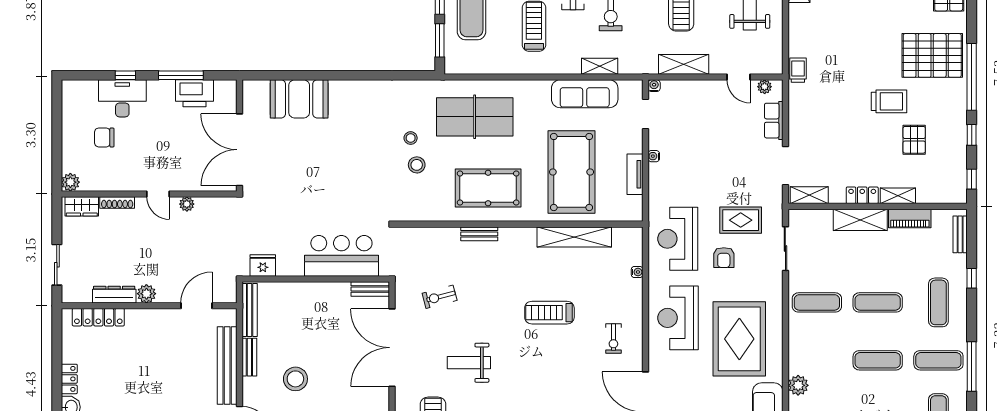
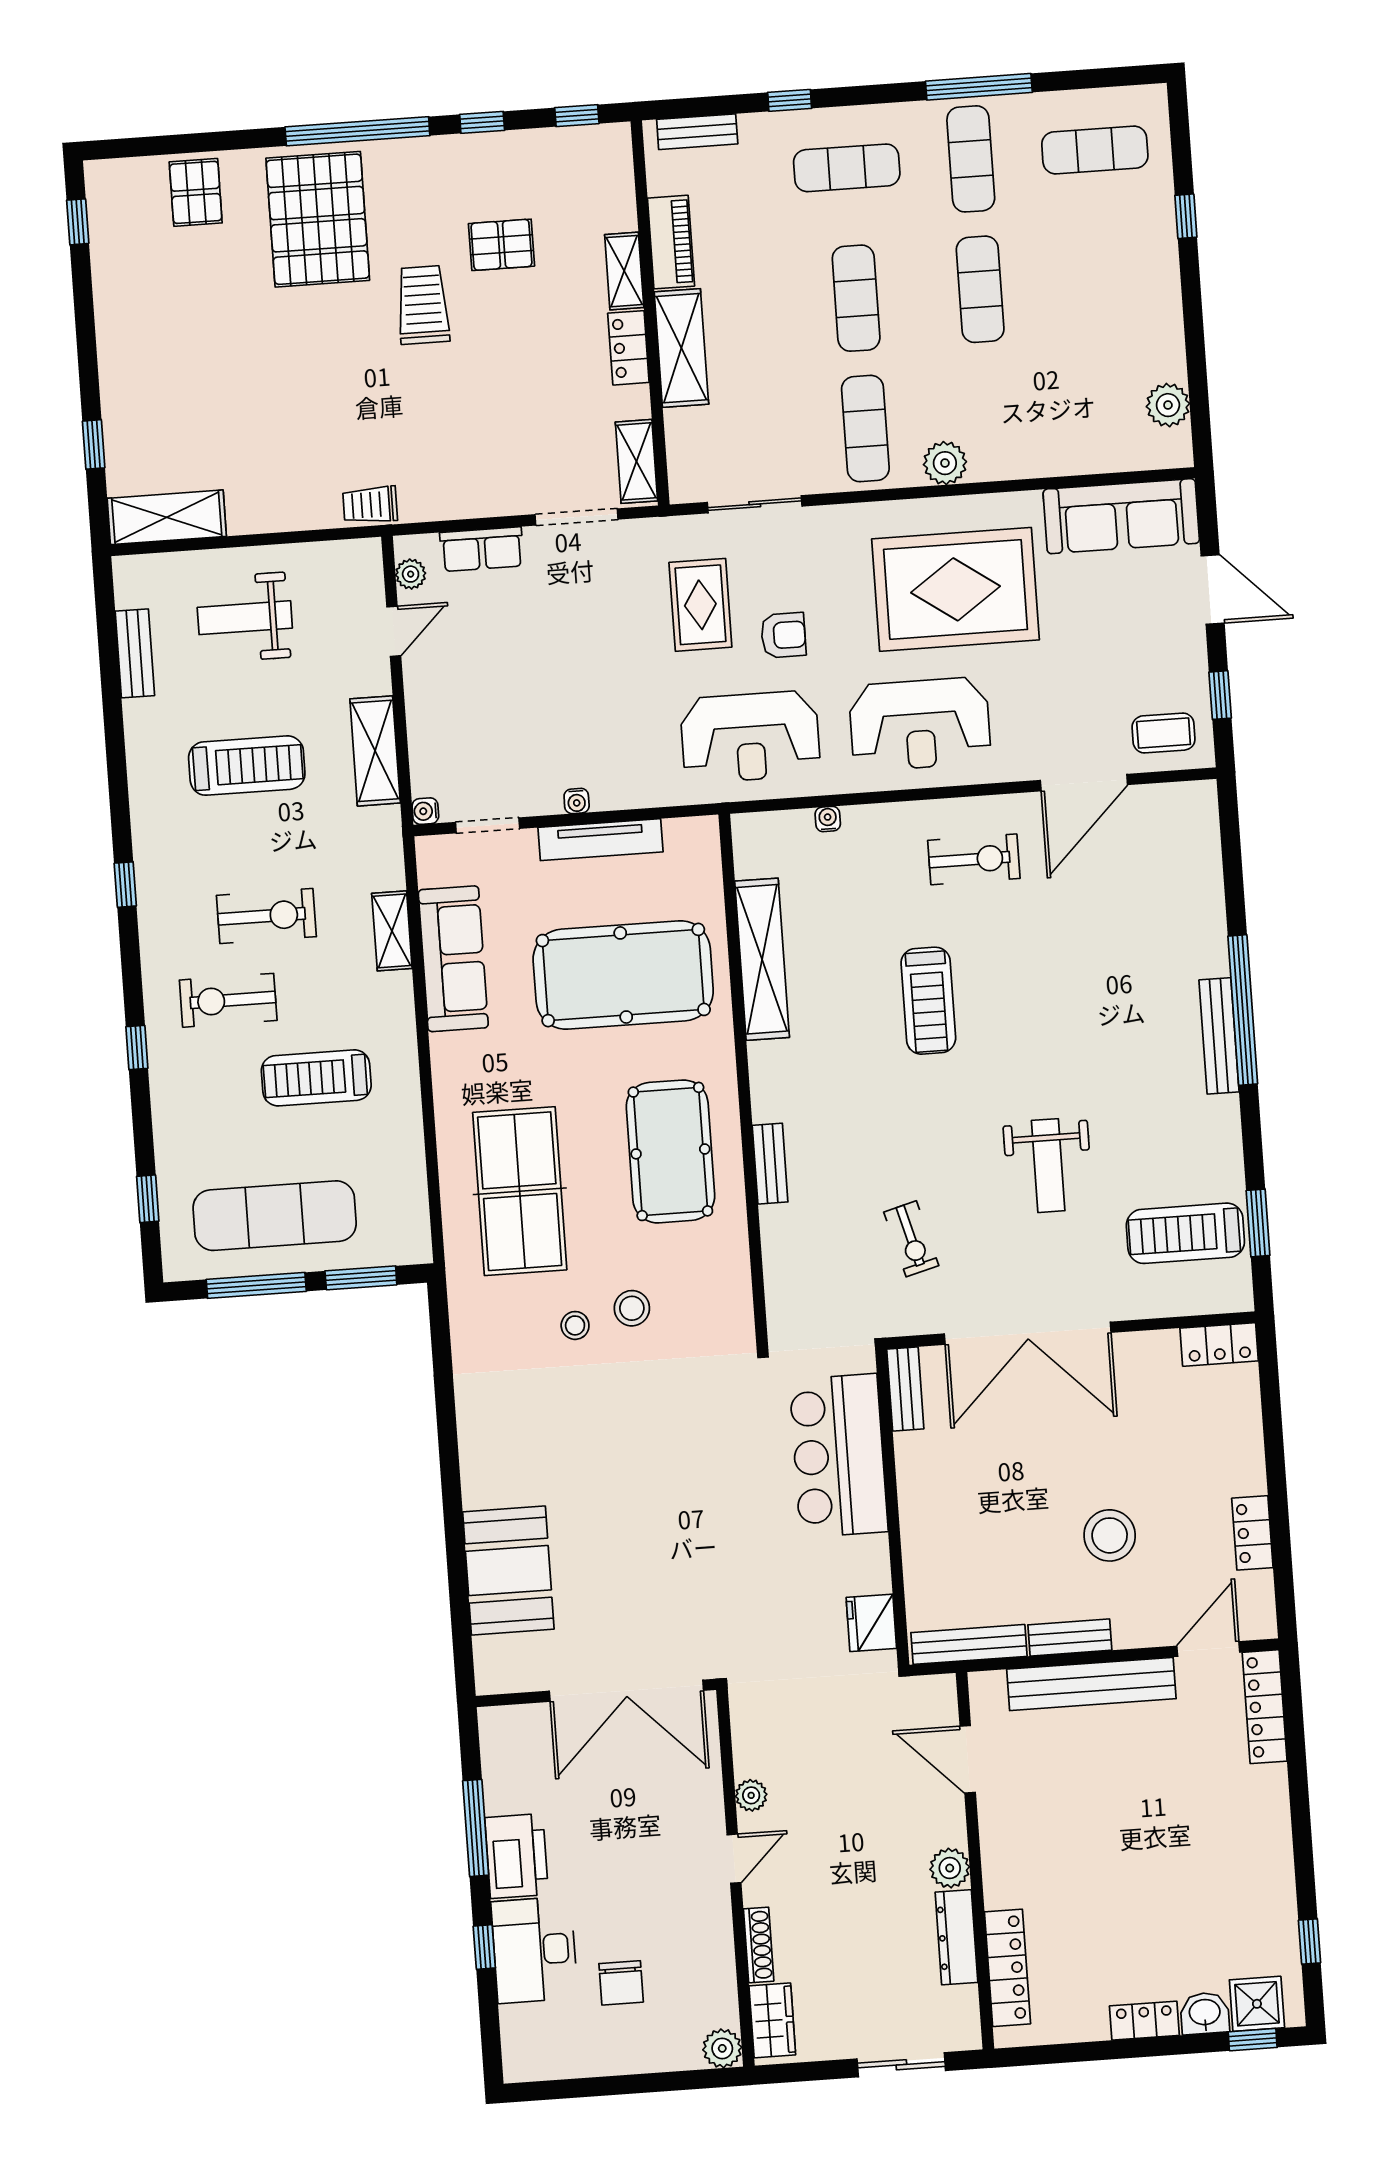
printer: (194, 93) -> (517, 1856), moved
tv unit: (635, 174) -> (600, 840), width x1.41
exercise bike: (613, 338) -> (974, 859), width x1.38, depth x1.39
plant: (798, 385) -> (945, 463), moved

